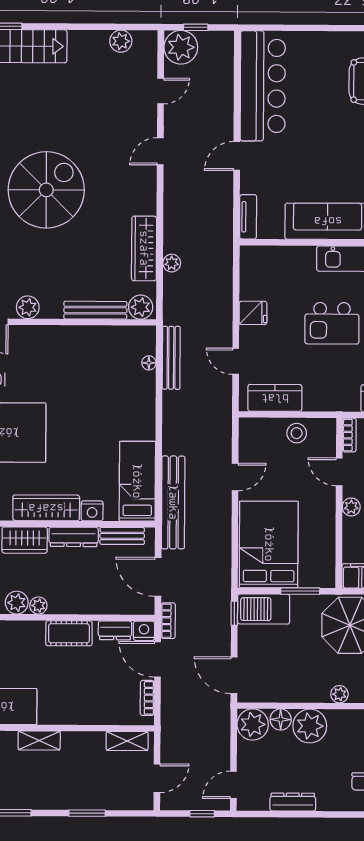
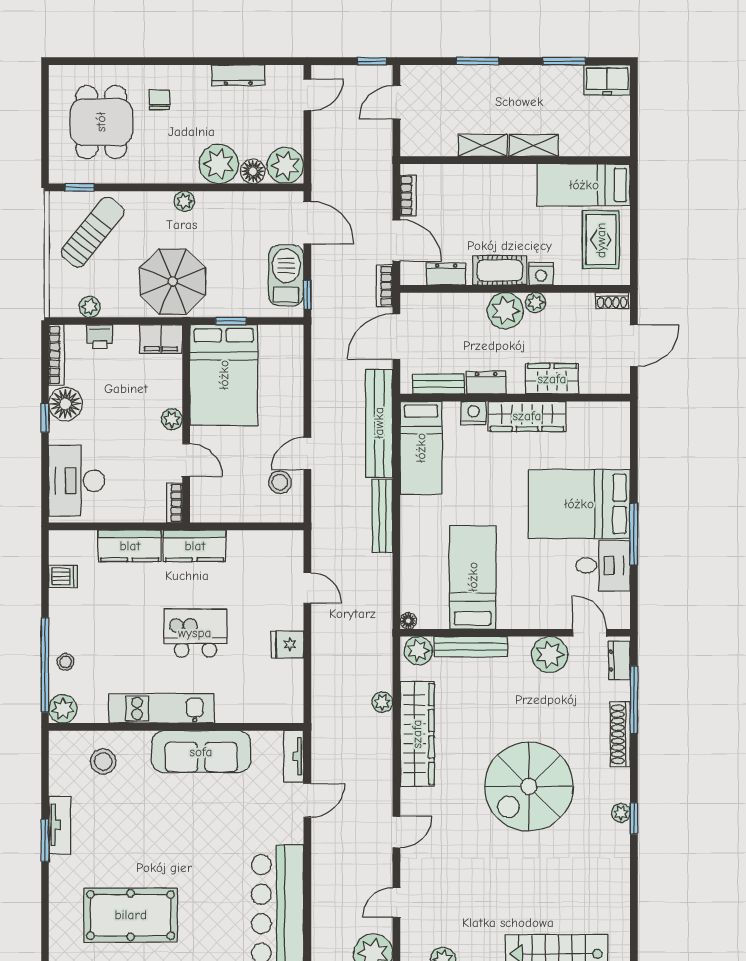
door: (237, 156) -> (307, 800), moved
wardrobe: (144, 248) -> (417, 734), width x1.40, depth x1.17
plant: (28, 307) -> (550, 655), width x1.36, depth x1.36
bench: (171, 358) -> (382, 516), moved
floor lamp: (149, 363) -> (408, 621), moved
bed: (94, 370) -> (473, 577), added
kitchen counter: (275, 398) -> (195, 546), moved
stool: (297, 433) -> (280, 482), moved
dresser: (74, 537) -> (486, 383), width x0.70
bed: (269, 544) -> (224, 375), moved
door: (158, 577) -> (396, 337), swing flipped
window: (300, 591) -> (231, 321), width x0.67
plant: (17, 603) -> (505, 311), moved, width x1.36, depth x1.36
barbecue: (264, 609) -> (286, 275), moved, turned -90
nightstand: (144, 631) -> (541, 274), moved
shelving: (127, 741) -> (483, 145), moved
window: (202, 814) -> (372, 61), moved

